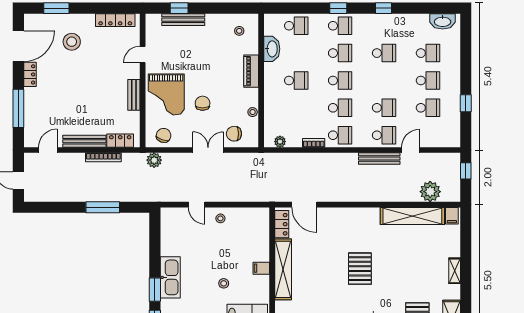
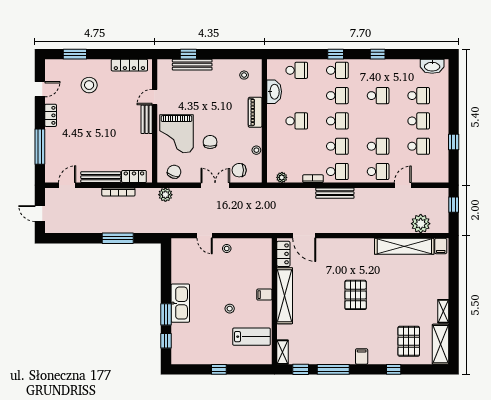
door: (18, 46) -> (40, 89), width x0.53
bench: (134, 95) -> (147, 119), moved
bench: (379, 158) -> (335, 193), moved
shelving: (455, 271) -> (443, 311), moved

